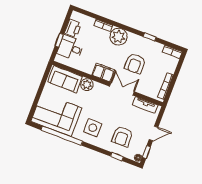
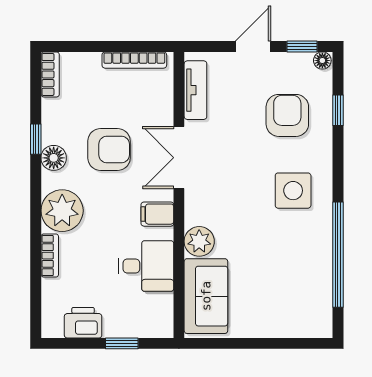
floor lamp: (140, 41) -> (54, 158), added
desk: (71, 48) -> (146, 266), moved, turned -90
filing cabinet: (103, 73) -> (157, 214), width x0.50
corner sofa: (56, 115) -> (295, 285), removed
door: (154, 133) -> (253, 46), hinge flipped
armchair: (122, 136) -> (287, 115), turned -90

